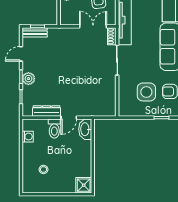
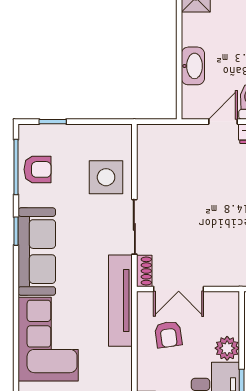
side table: (146, 92) -> (106, 177), moved
washbasin: (85, 129) -> (193, 66), moved

